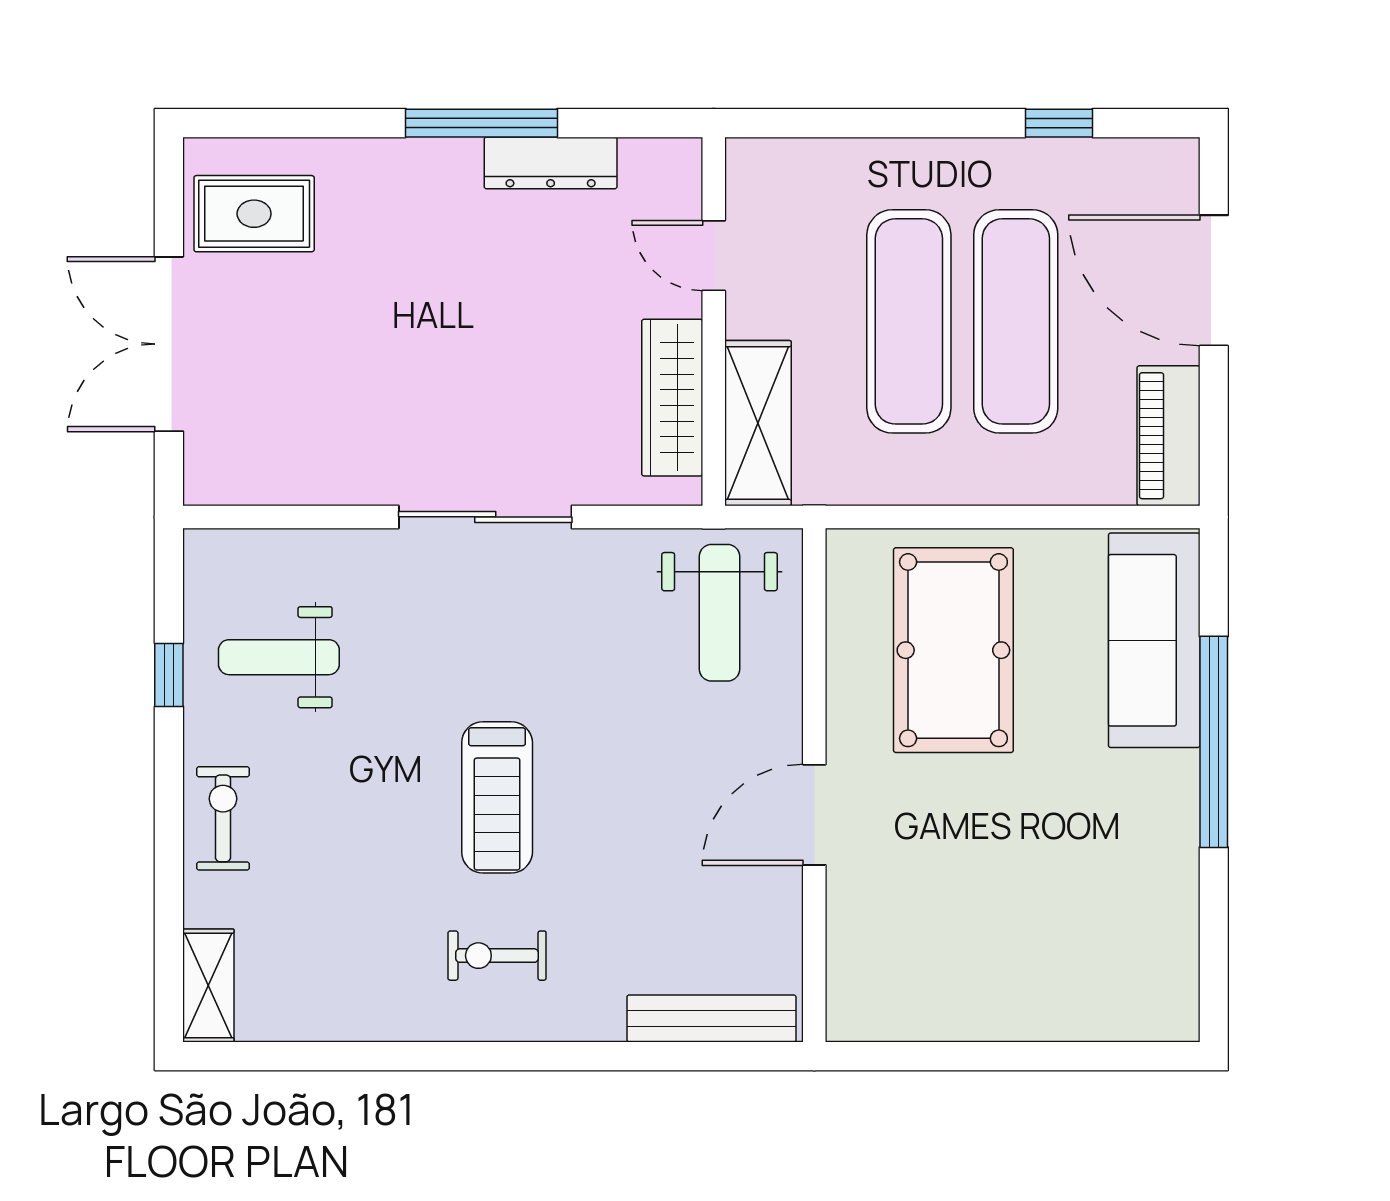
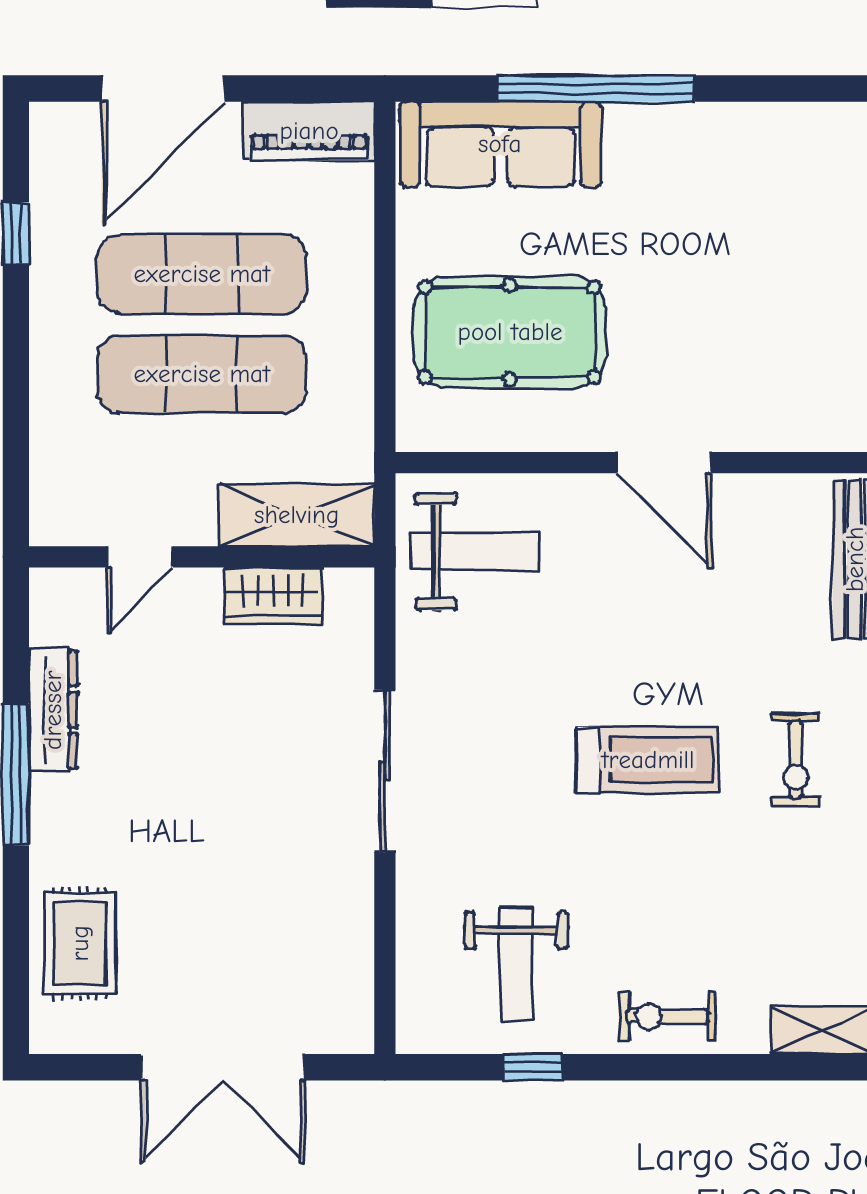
rug: (254, 214) -> (80, 943), moved
wardrobe: (672, 398) -> (273, 596), width x0.67

